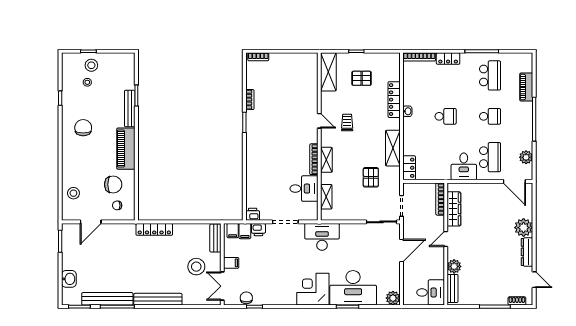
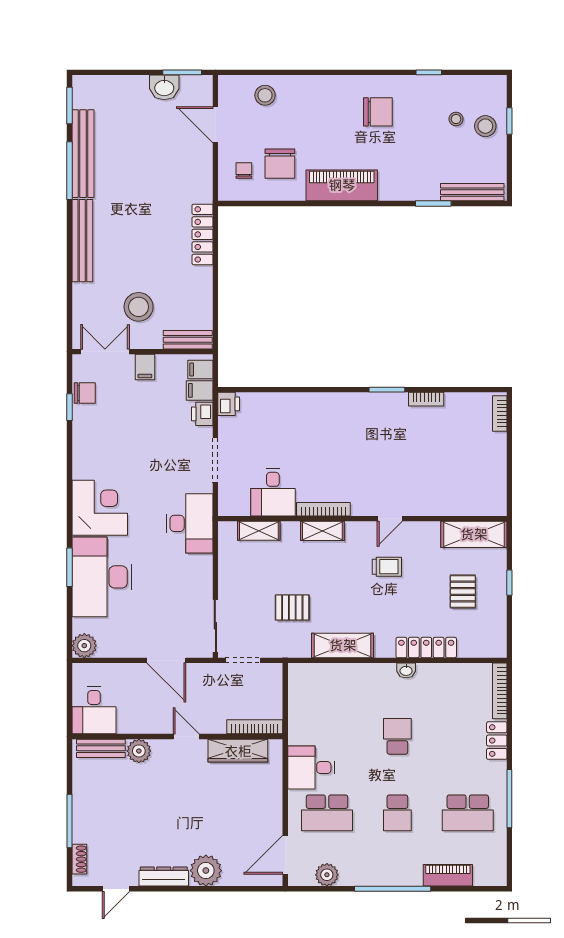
bench: (130, 109) -> (472, 192), moved
school desk: (446, 116) -> (397, 736), turned 180
locker: (409, 168) -> (309, 673), removed
washbasin: (69, 279) -> (164, 87), moved

